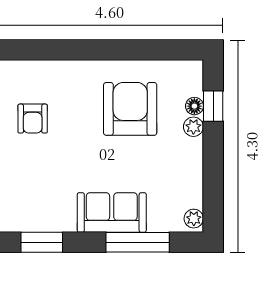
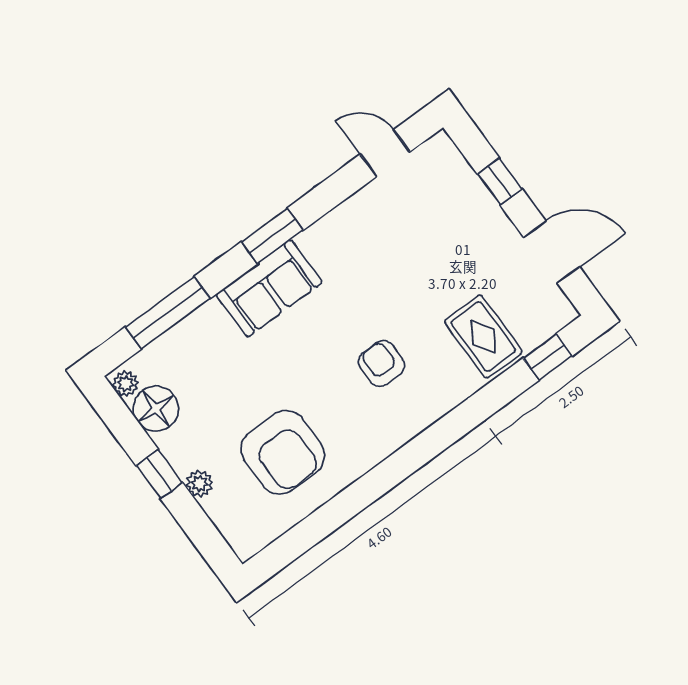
floor lamp: (194, 106) -> (156, 409), moved, width x1.89, depth x1.89
window: (213, 106) -> (159, 474), moved
sofa: (112, 213) -> (269, 288), moved

